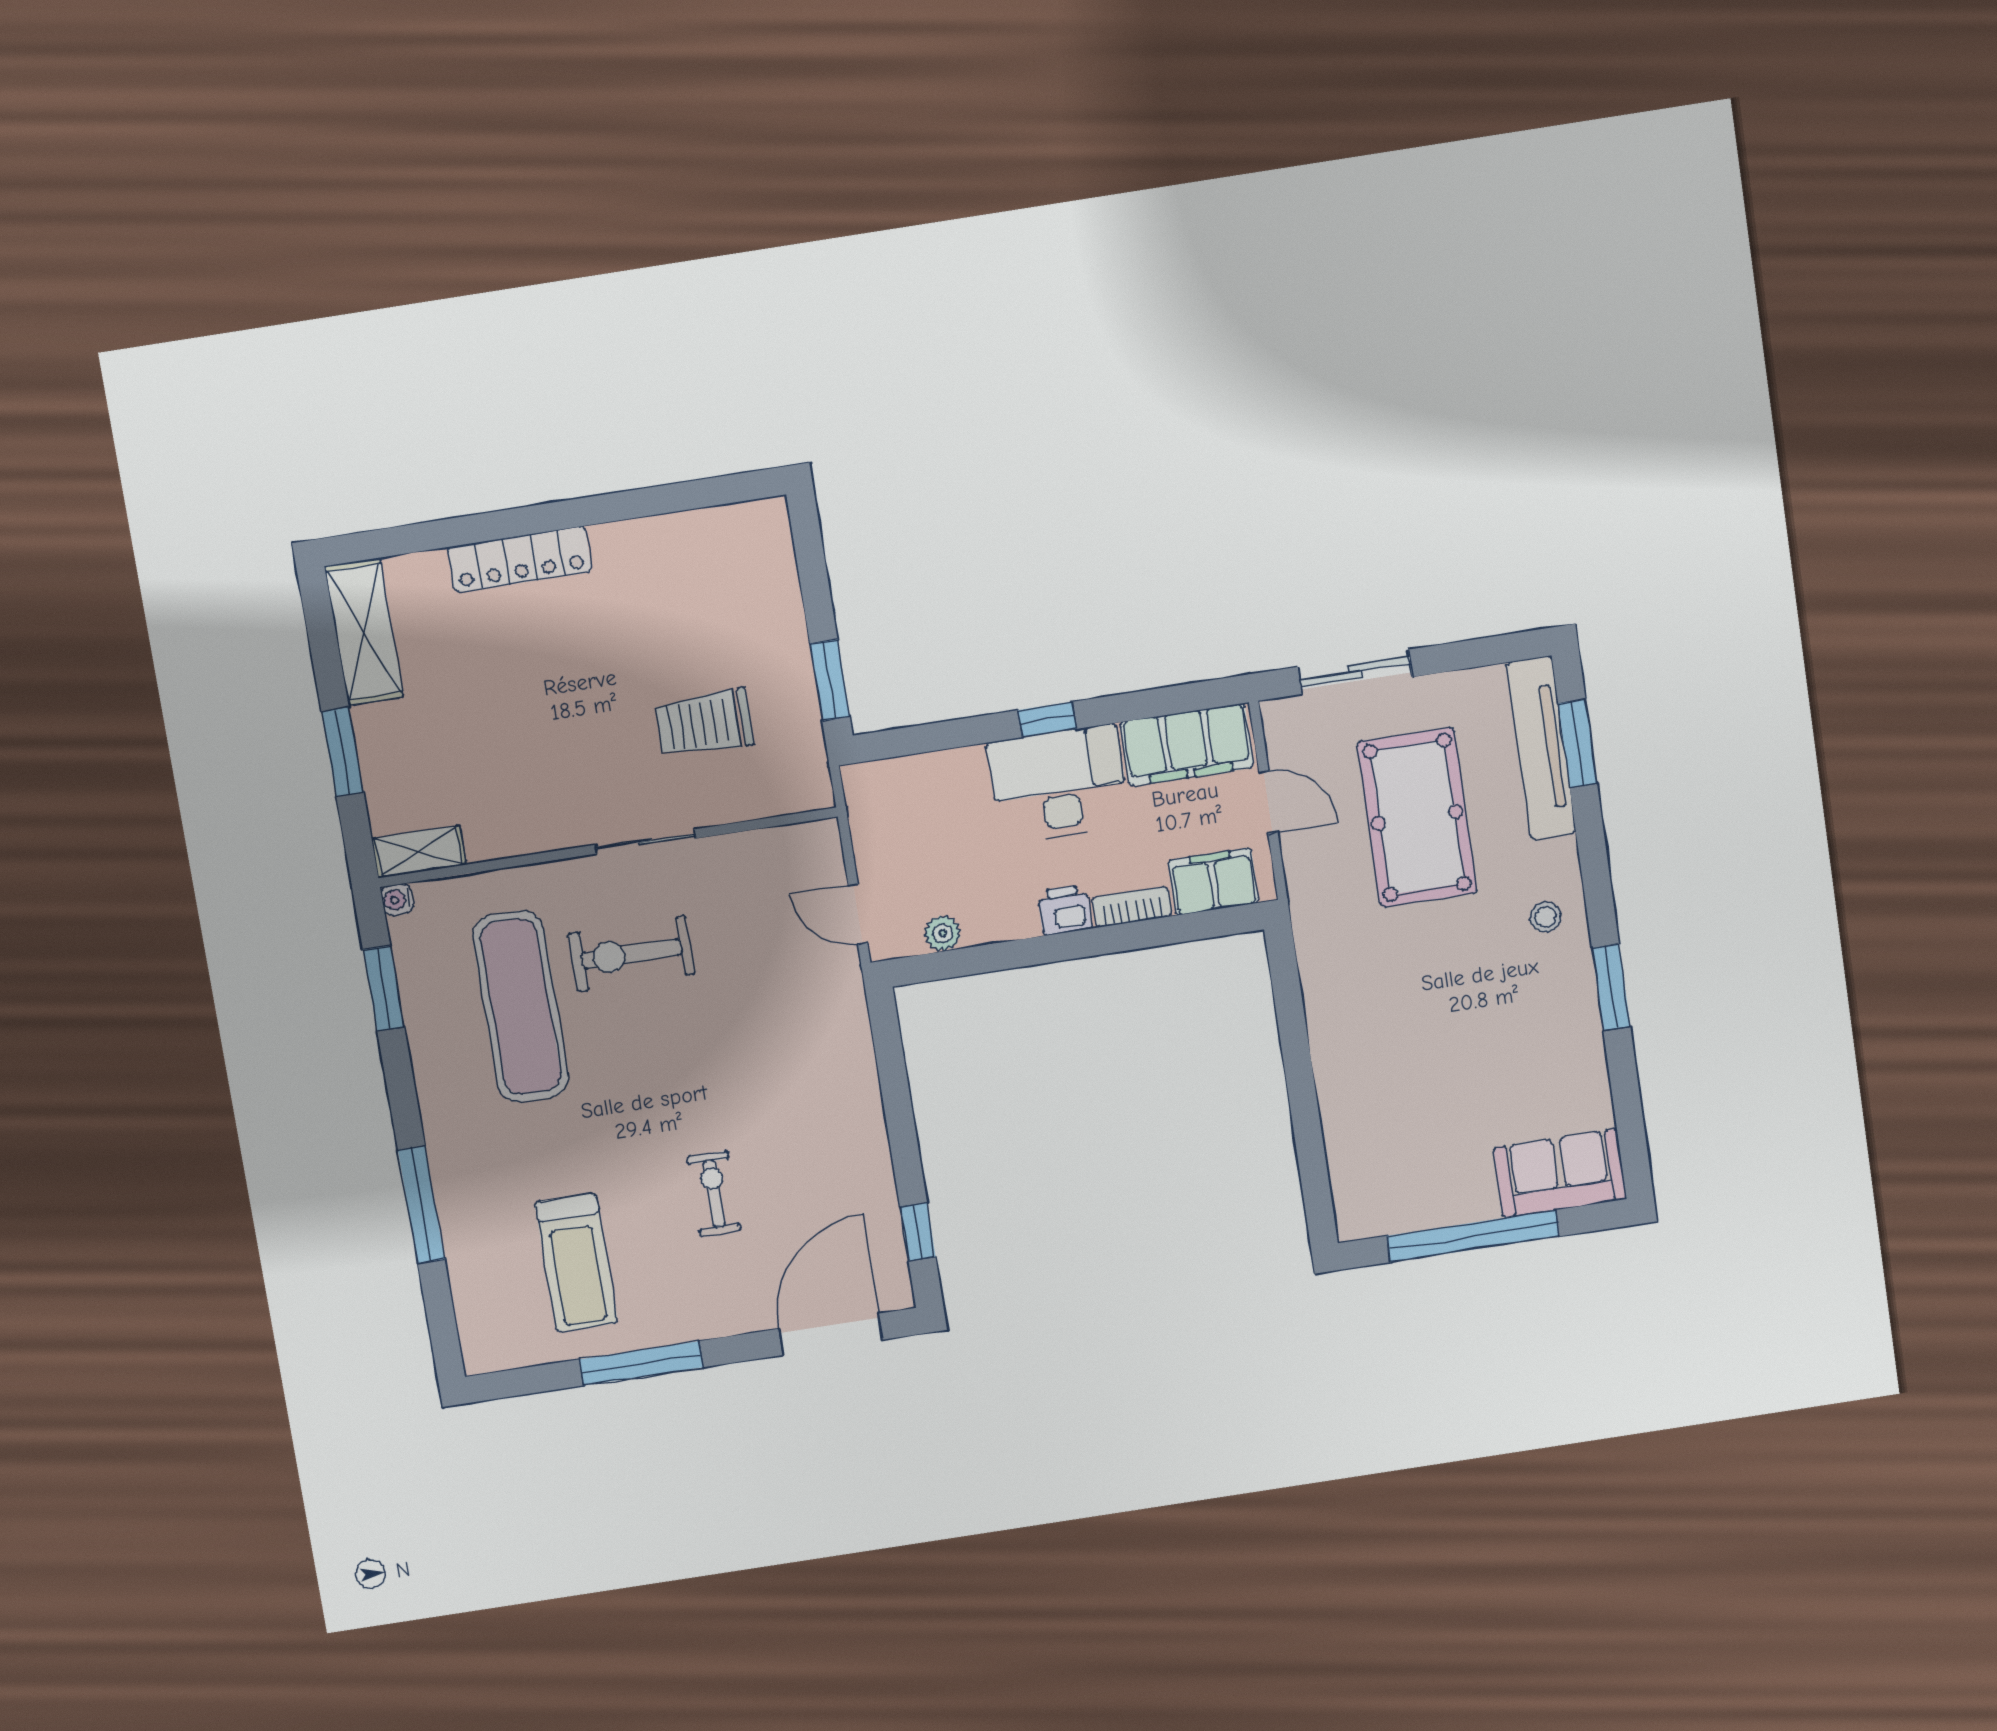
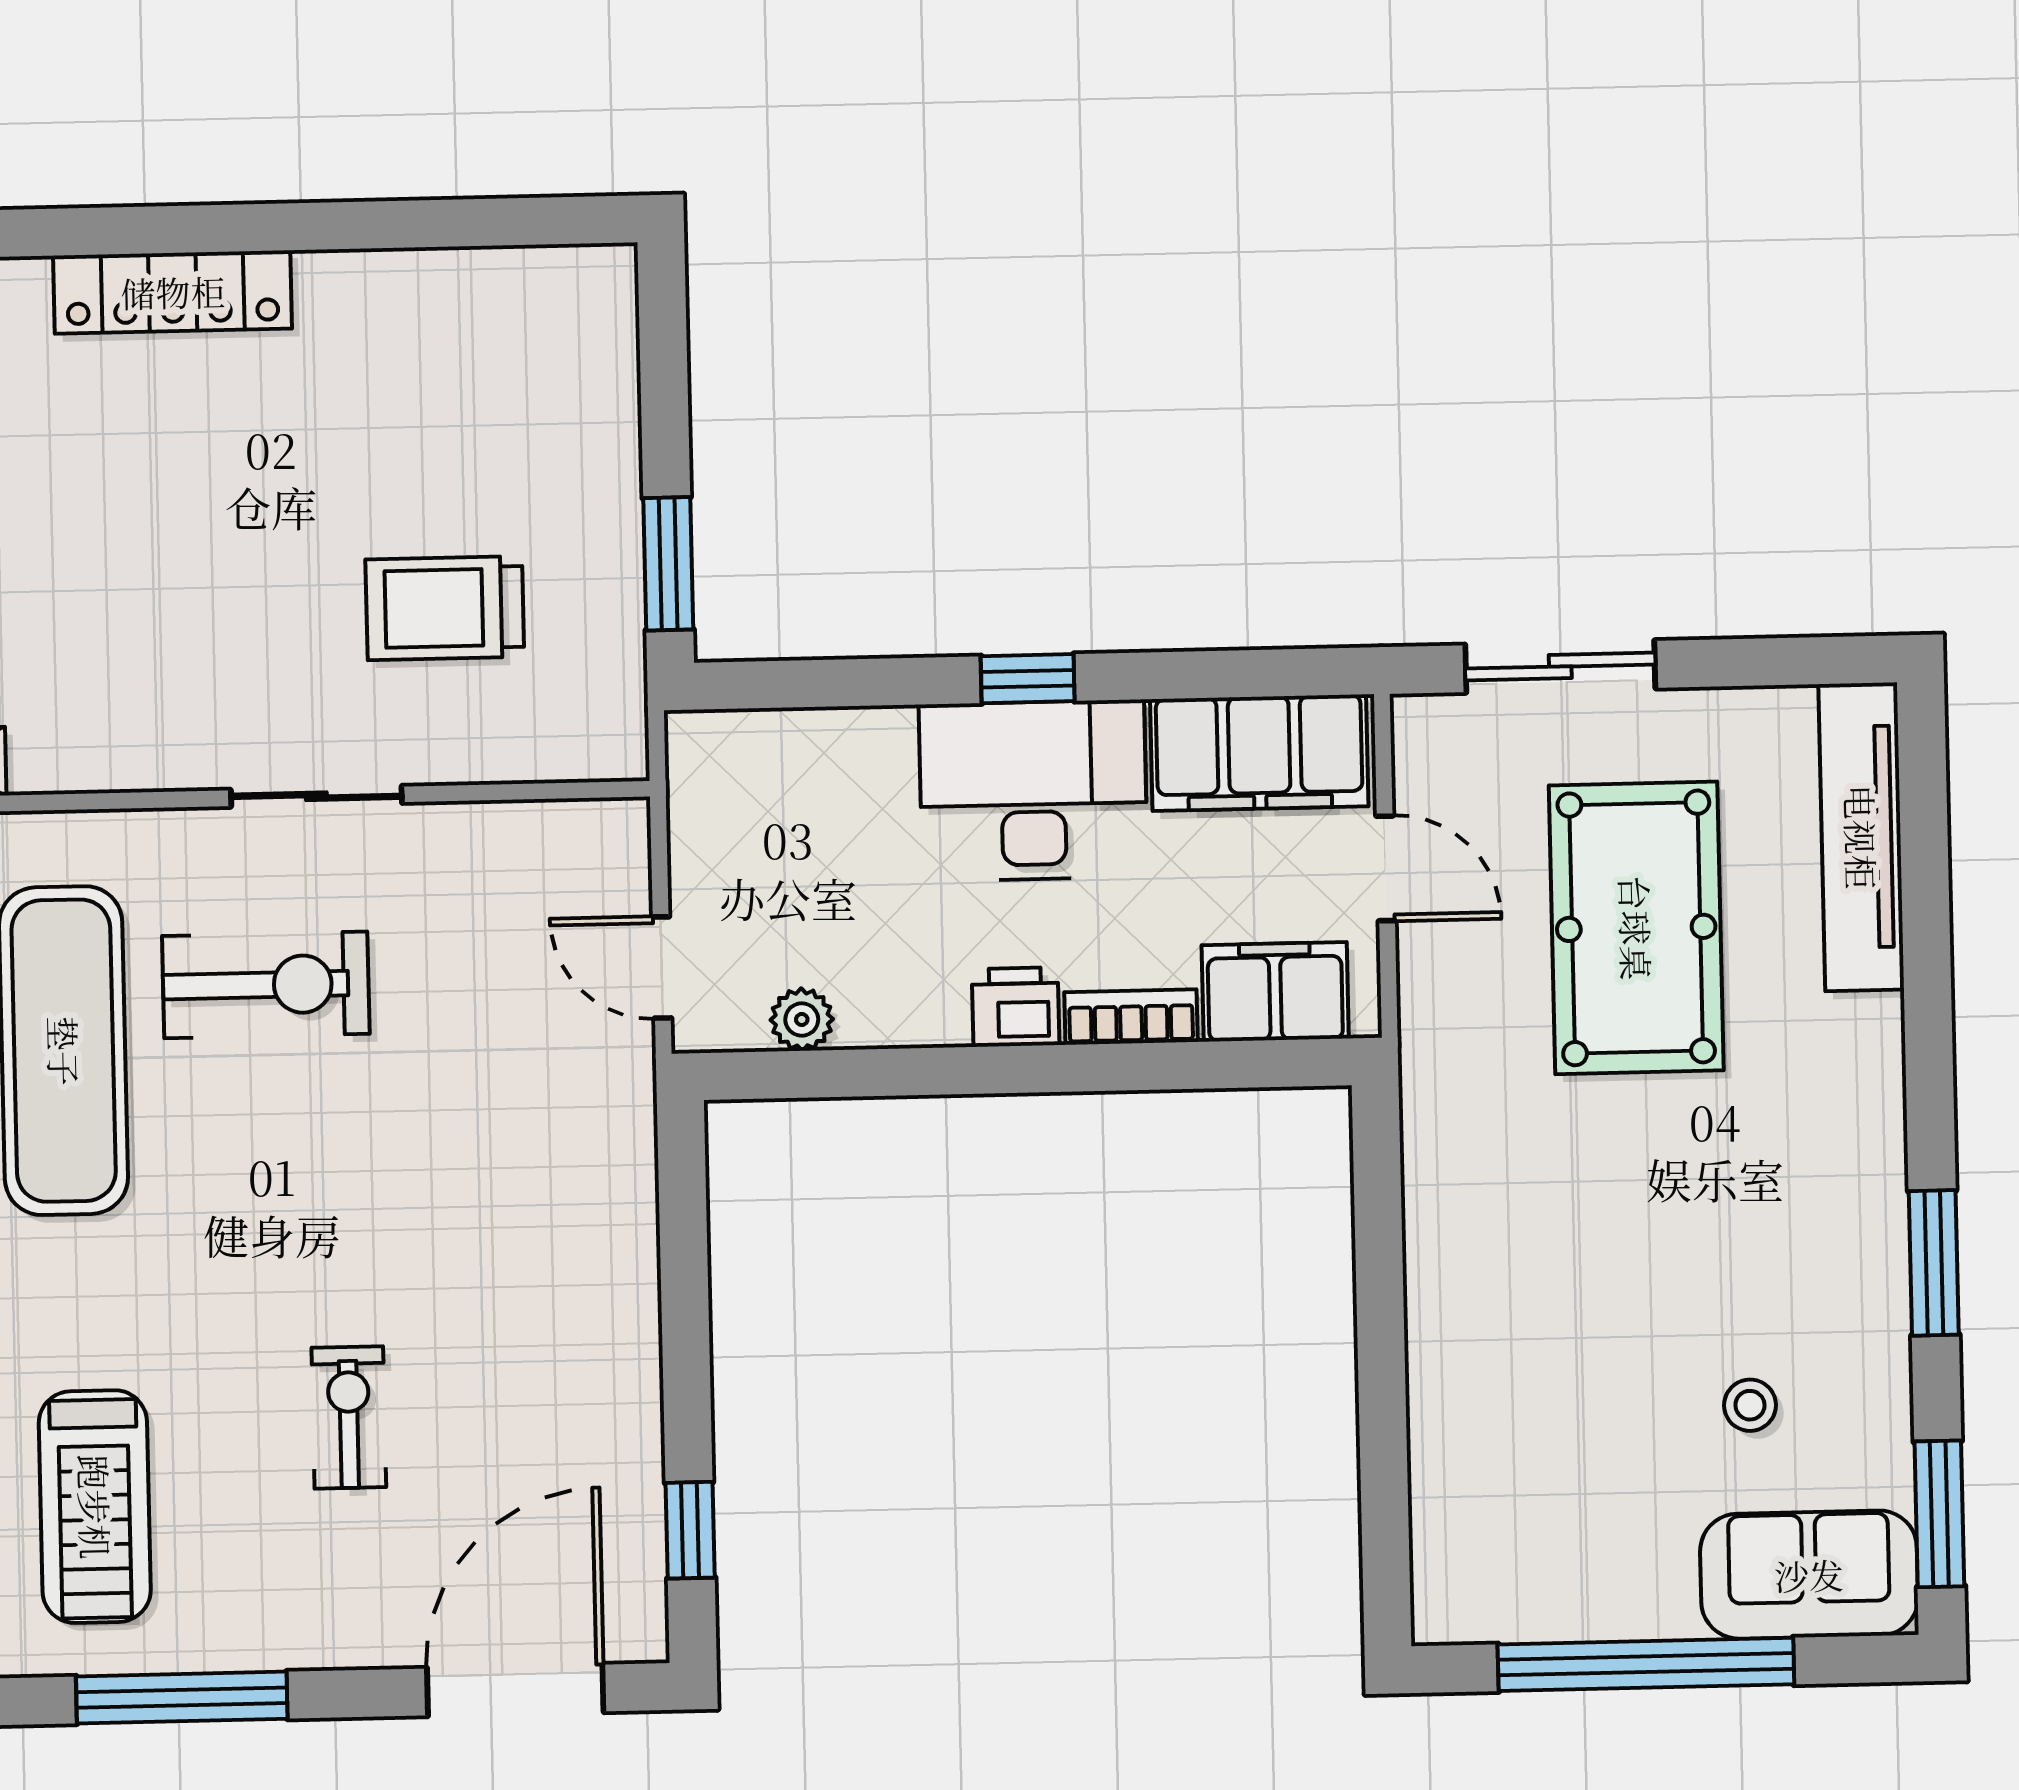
window: (1578, 744) -> (1939, 1514), moved
stool: (1545, 917) -> (1750, 1405), moved
exercise bike: (631, 954) -> (266, 985), turned 180

